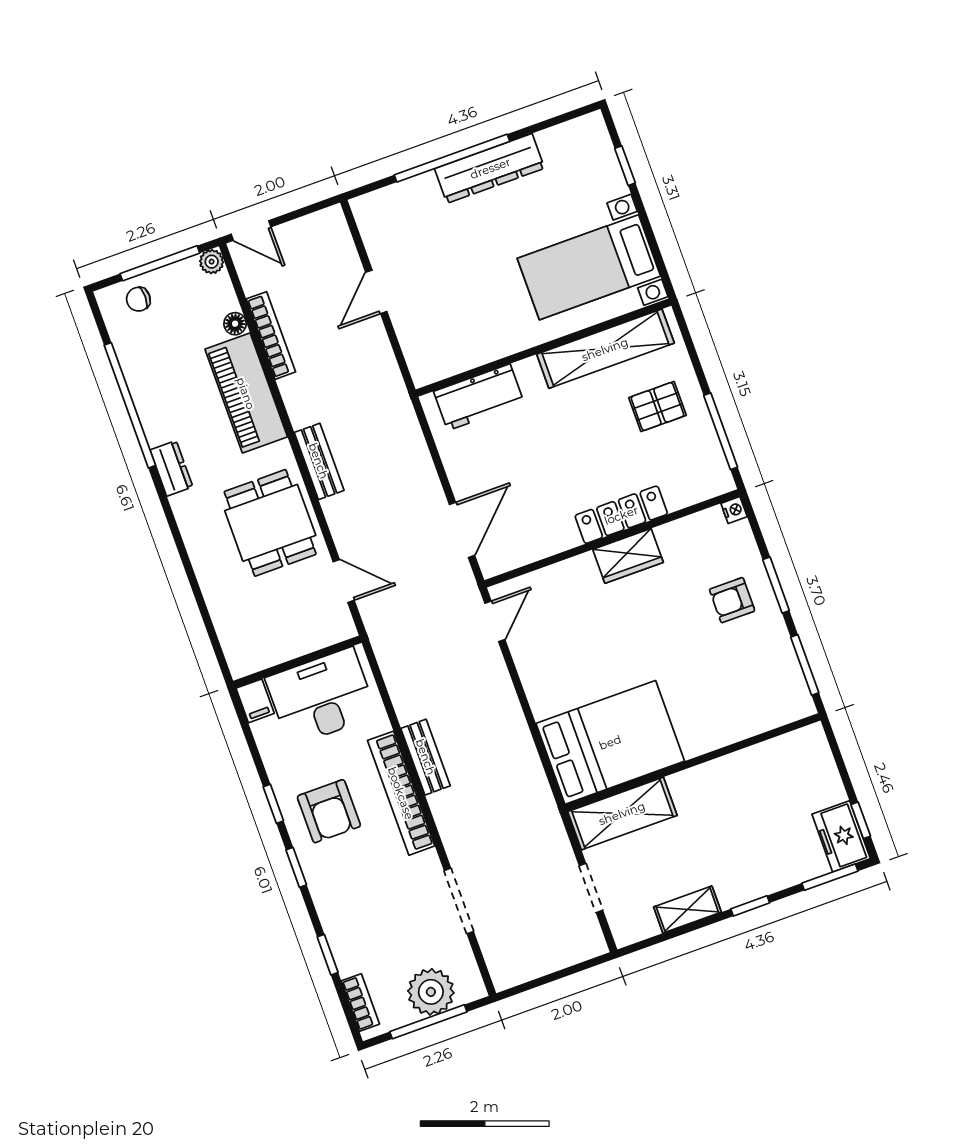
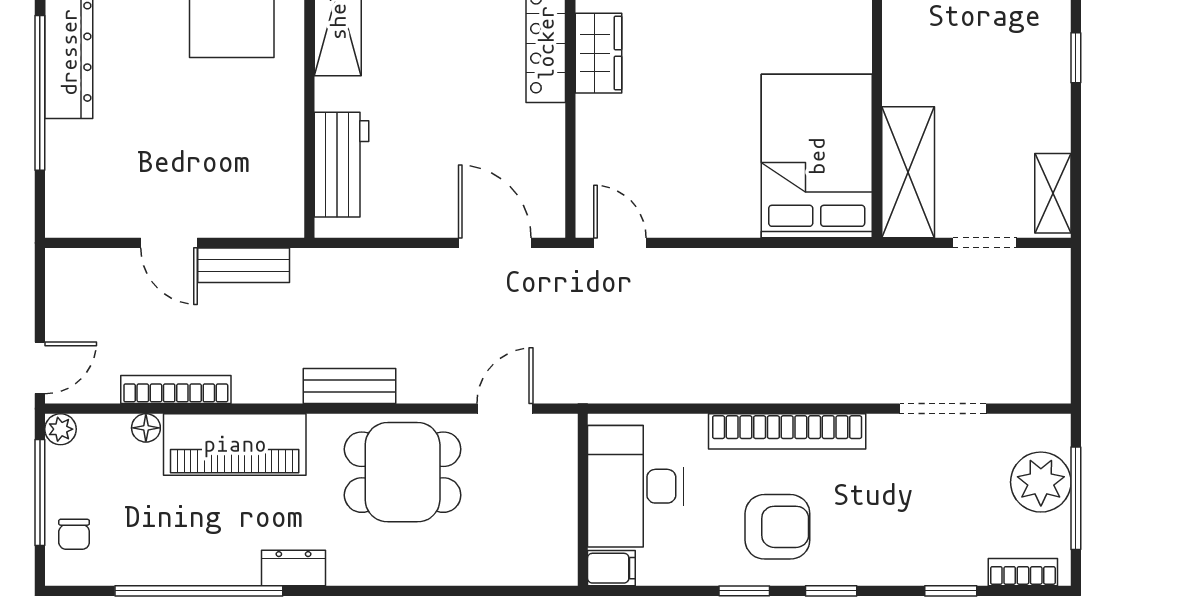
bench: (426, 757) -> (244, 265), moved
shelving: (687, 910) -> (1053, 193), moved

